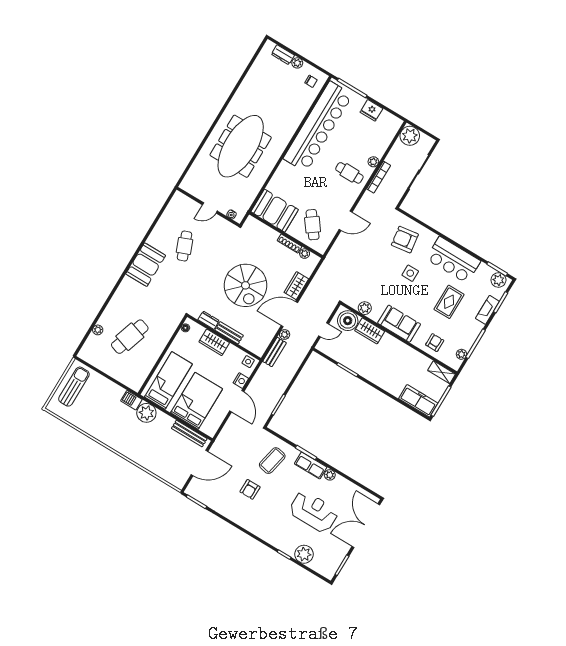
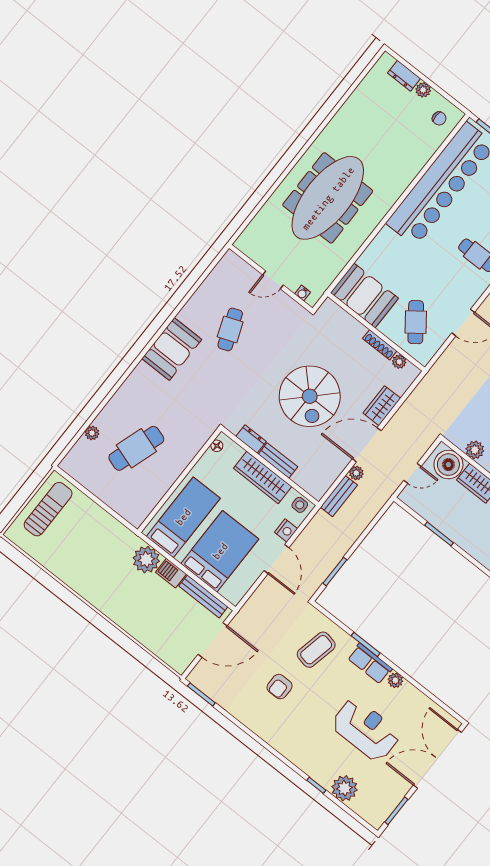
wardrobe: (214, 342) -> (263, 477), width x1.50
barbecue: (131, 400) -> (171, 573), moved

